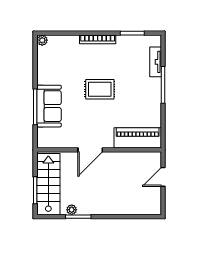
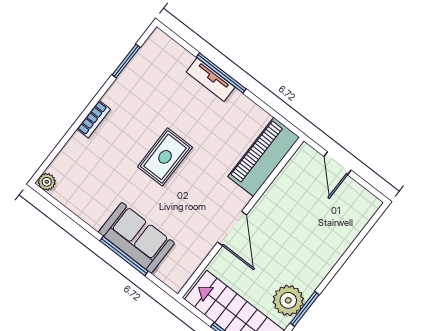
bookcase: (98, 39) -> (94, 119), width x0.64
tv unit: (156, 62) -> (211, 80), moved
plant: (72, 210) -> (288, 300), width x1.88, depth x1.88

